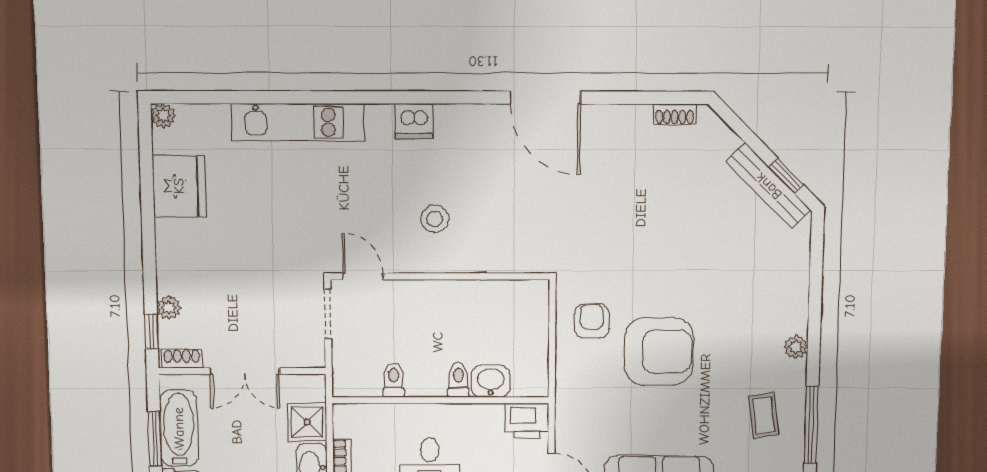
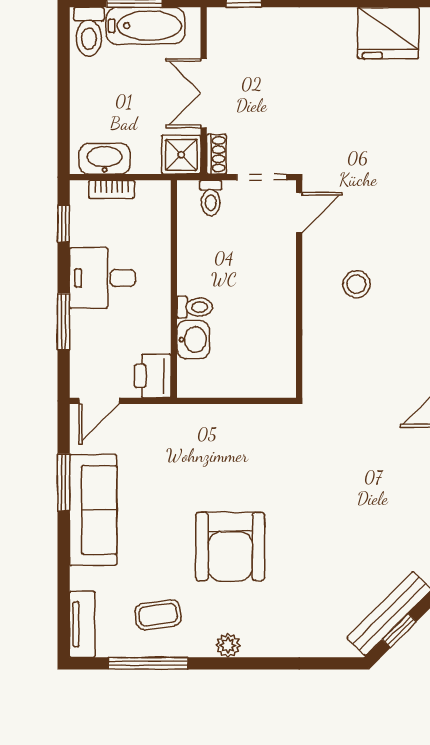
plant: (169, 308) -> (268, 19), removed
armchair: (592, 321) -> (254, 440), removed
armchair: (659, 352) -> (230, 547), moved
shoe rack: (182, 359) -> (216, 154), moved
toilet: (394, 380) -> (211, 198), moved, turned 90
shower: (307, 422) -> (181, 155), moved

